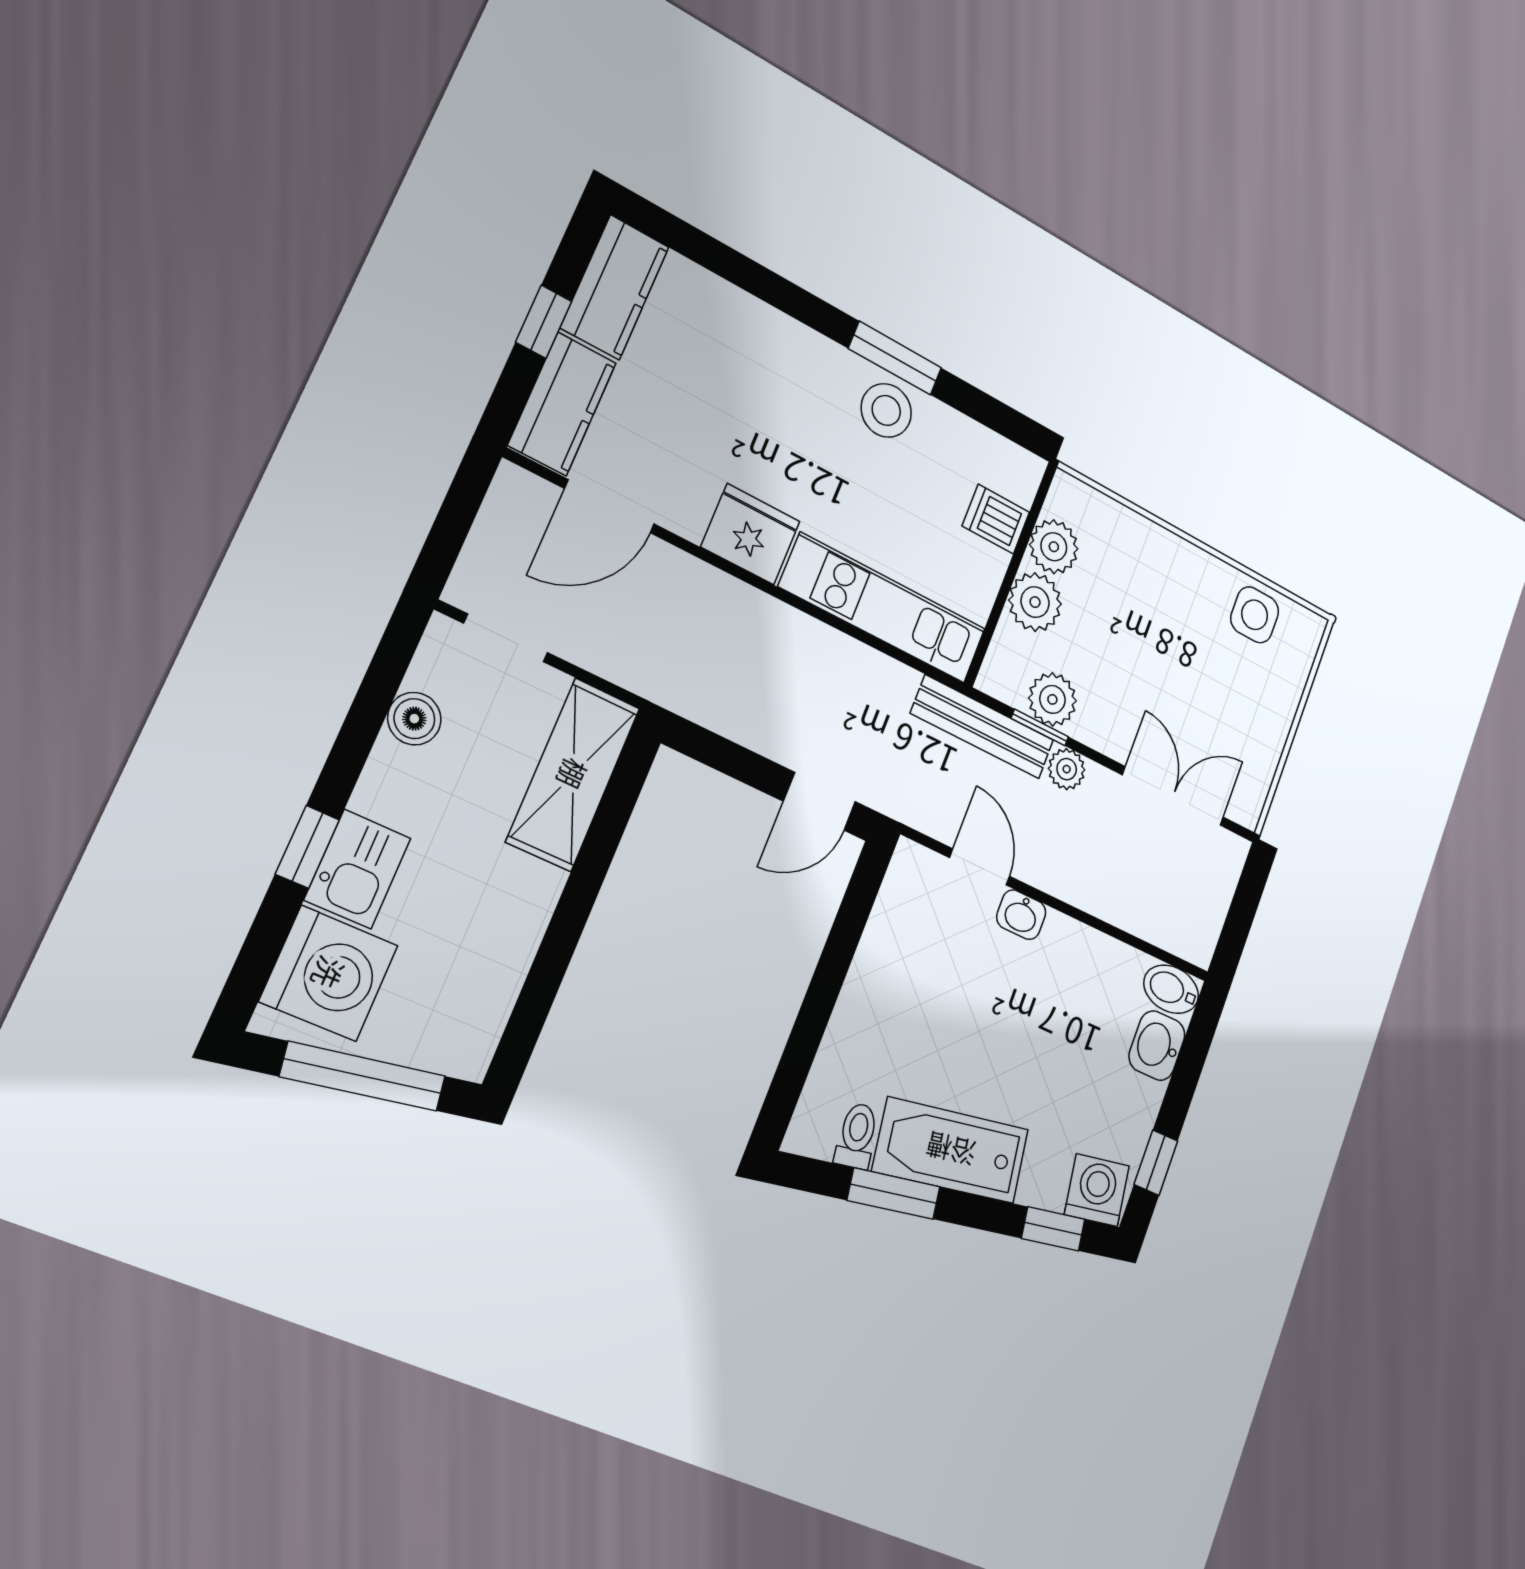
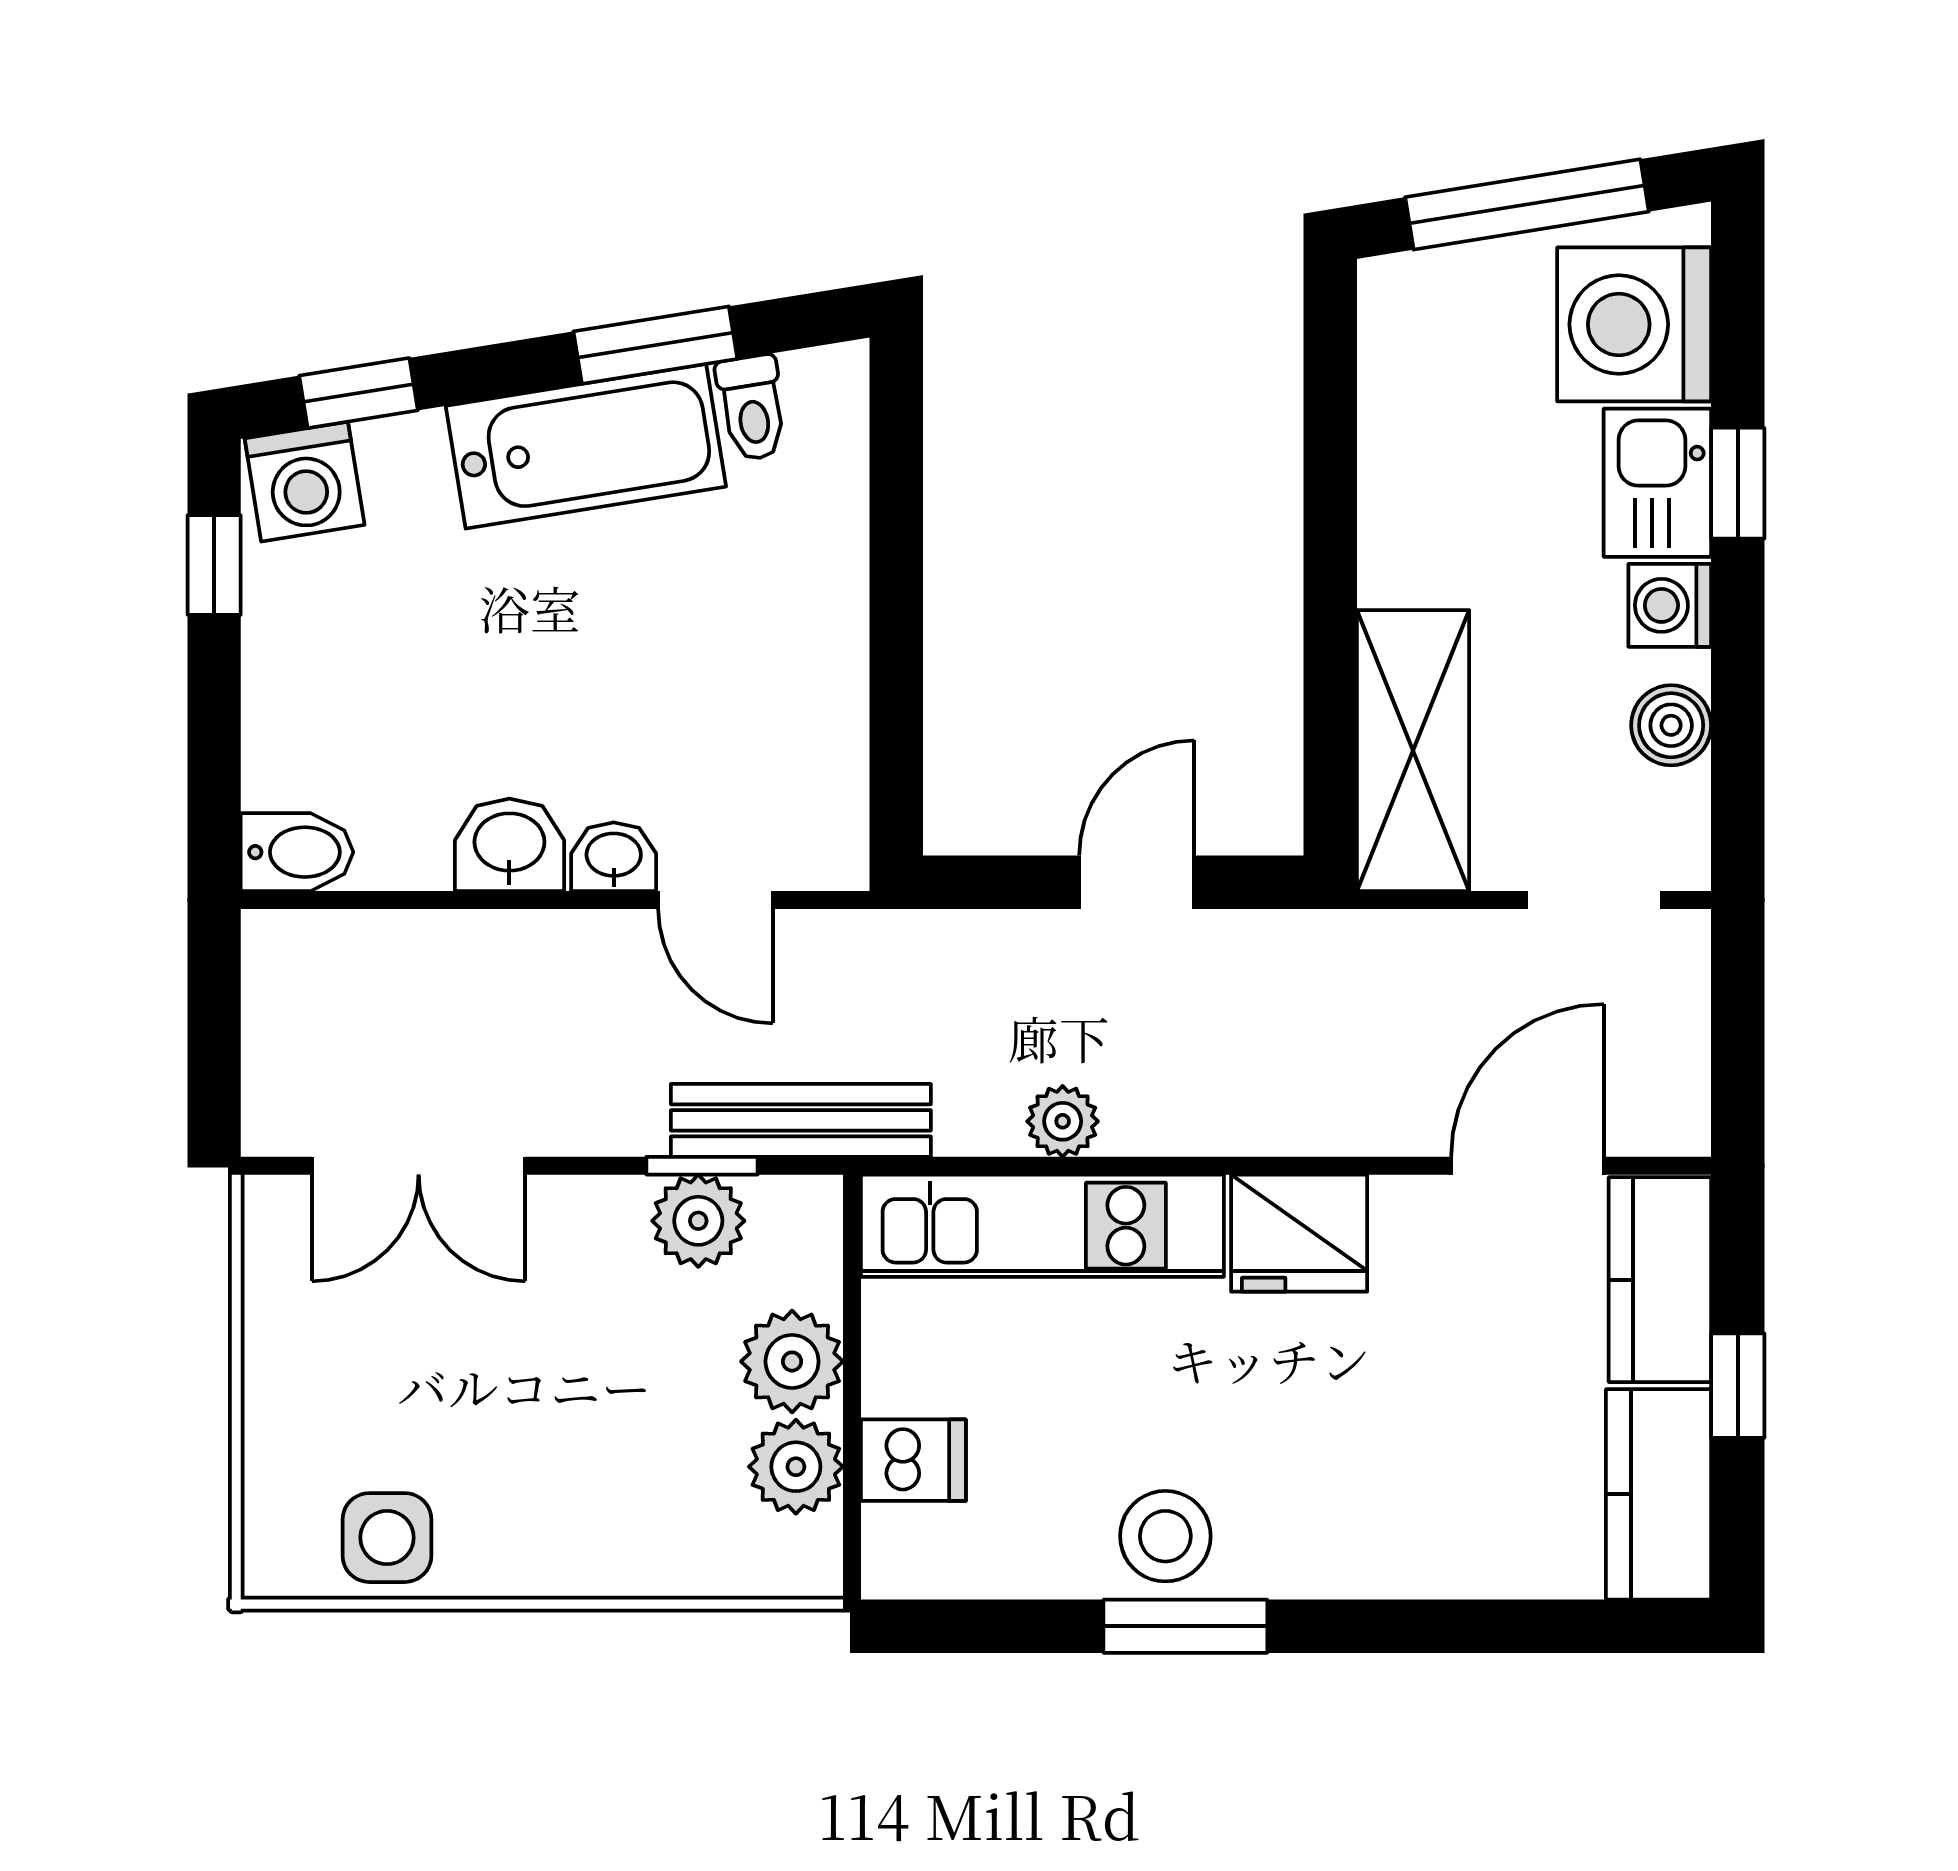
plant: (1067, 769) -> (1063, 1121), moved
washing machine: (383, 791) -> (1670, 605), added
door: (819, 801) -> (1137, 882), moved
washbasin: (1157, 1046) -> (509, 845), moved, turned -90

